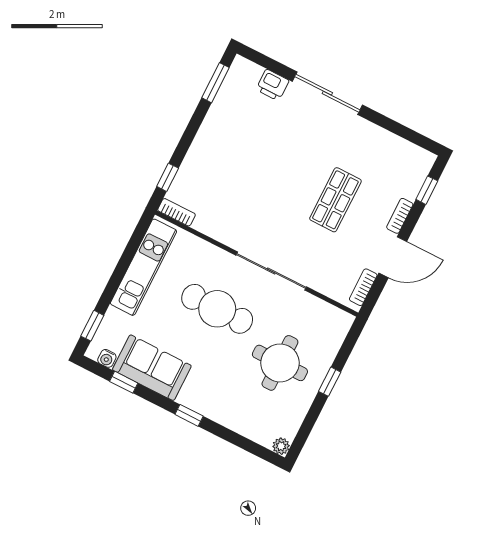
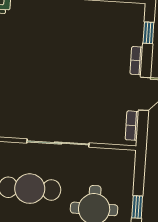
shop shelf: (335, 200) -> (83, 69), removed

